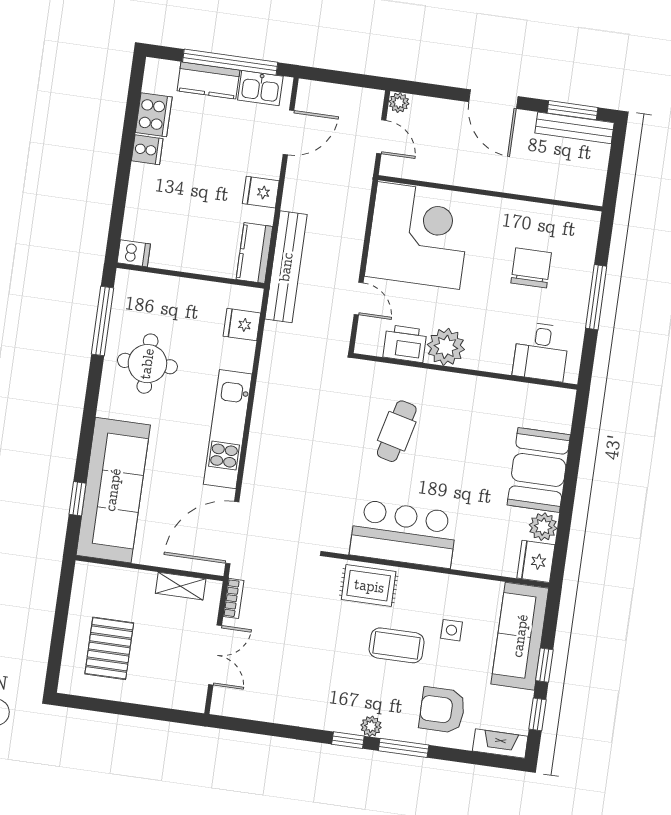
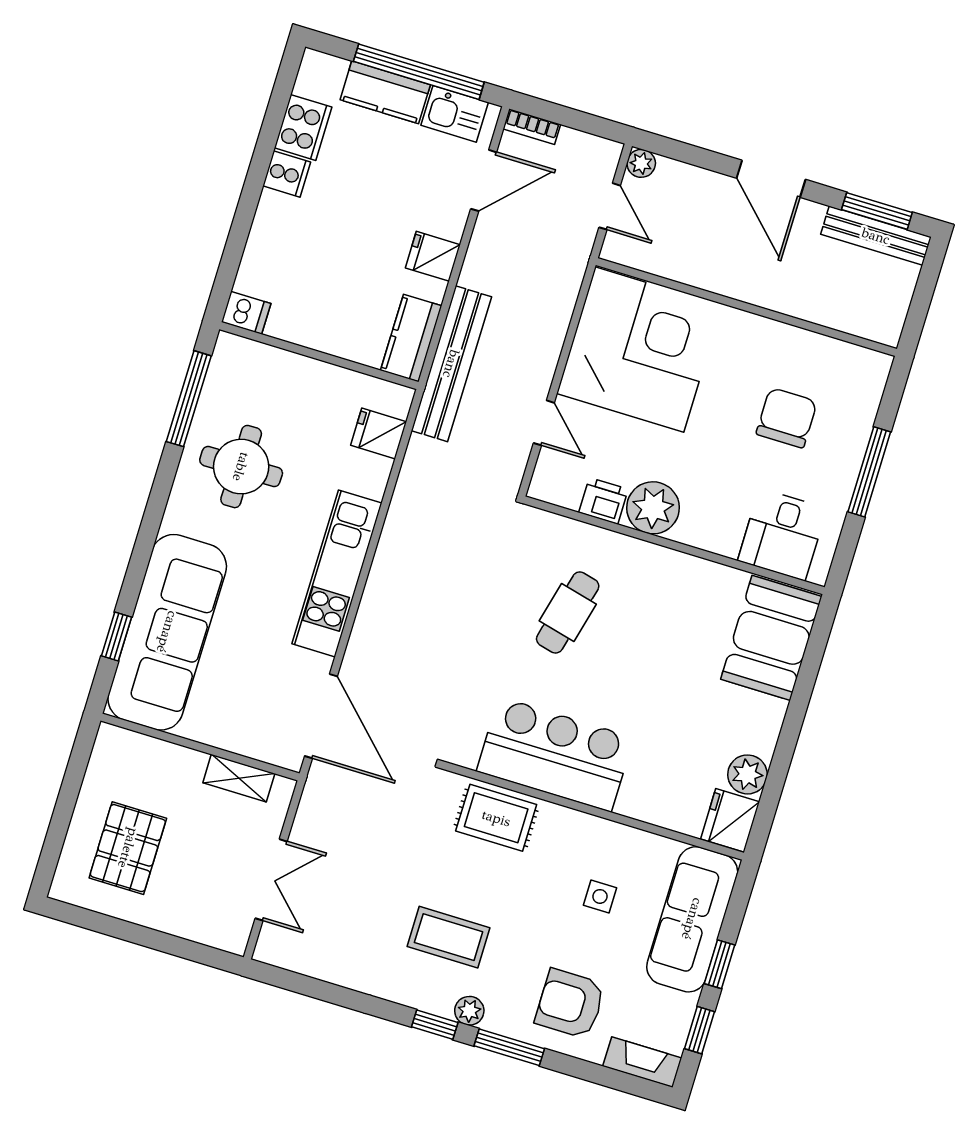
printer: (405, 344) -> (604, 501), width x0.73, depth x0.81
booth: (539, 470) -> (771, 638), moved
door: (232, 533) -> (321, 716), swing flipped
bookcase: (233, 598) -> (532, 127), moved, turned 90
coffee table: (397, 645) -> (449, 937), moved

